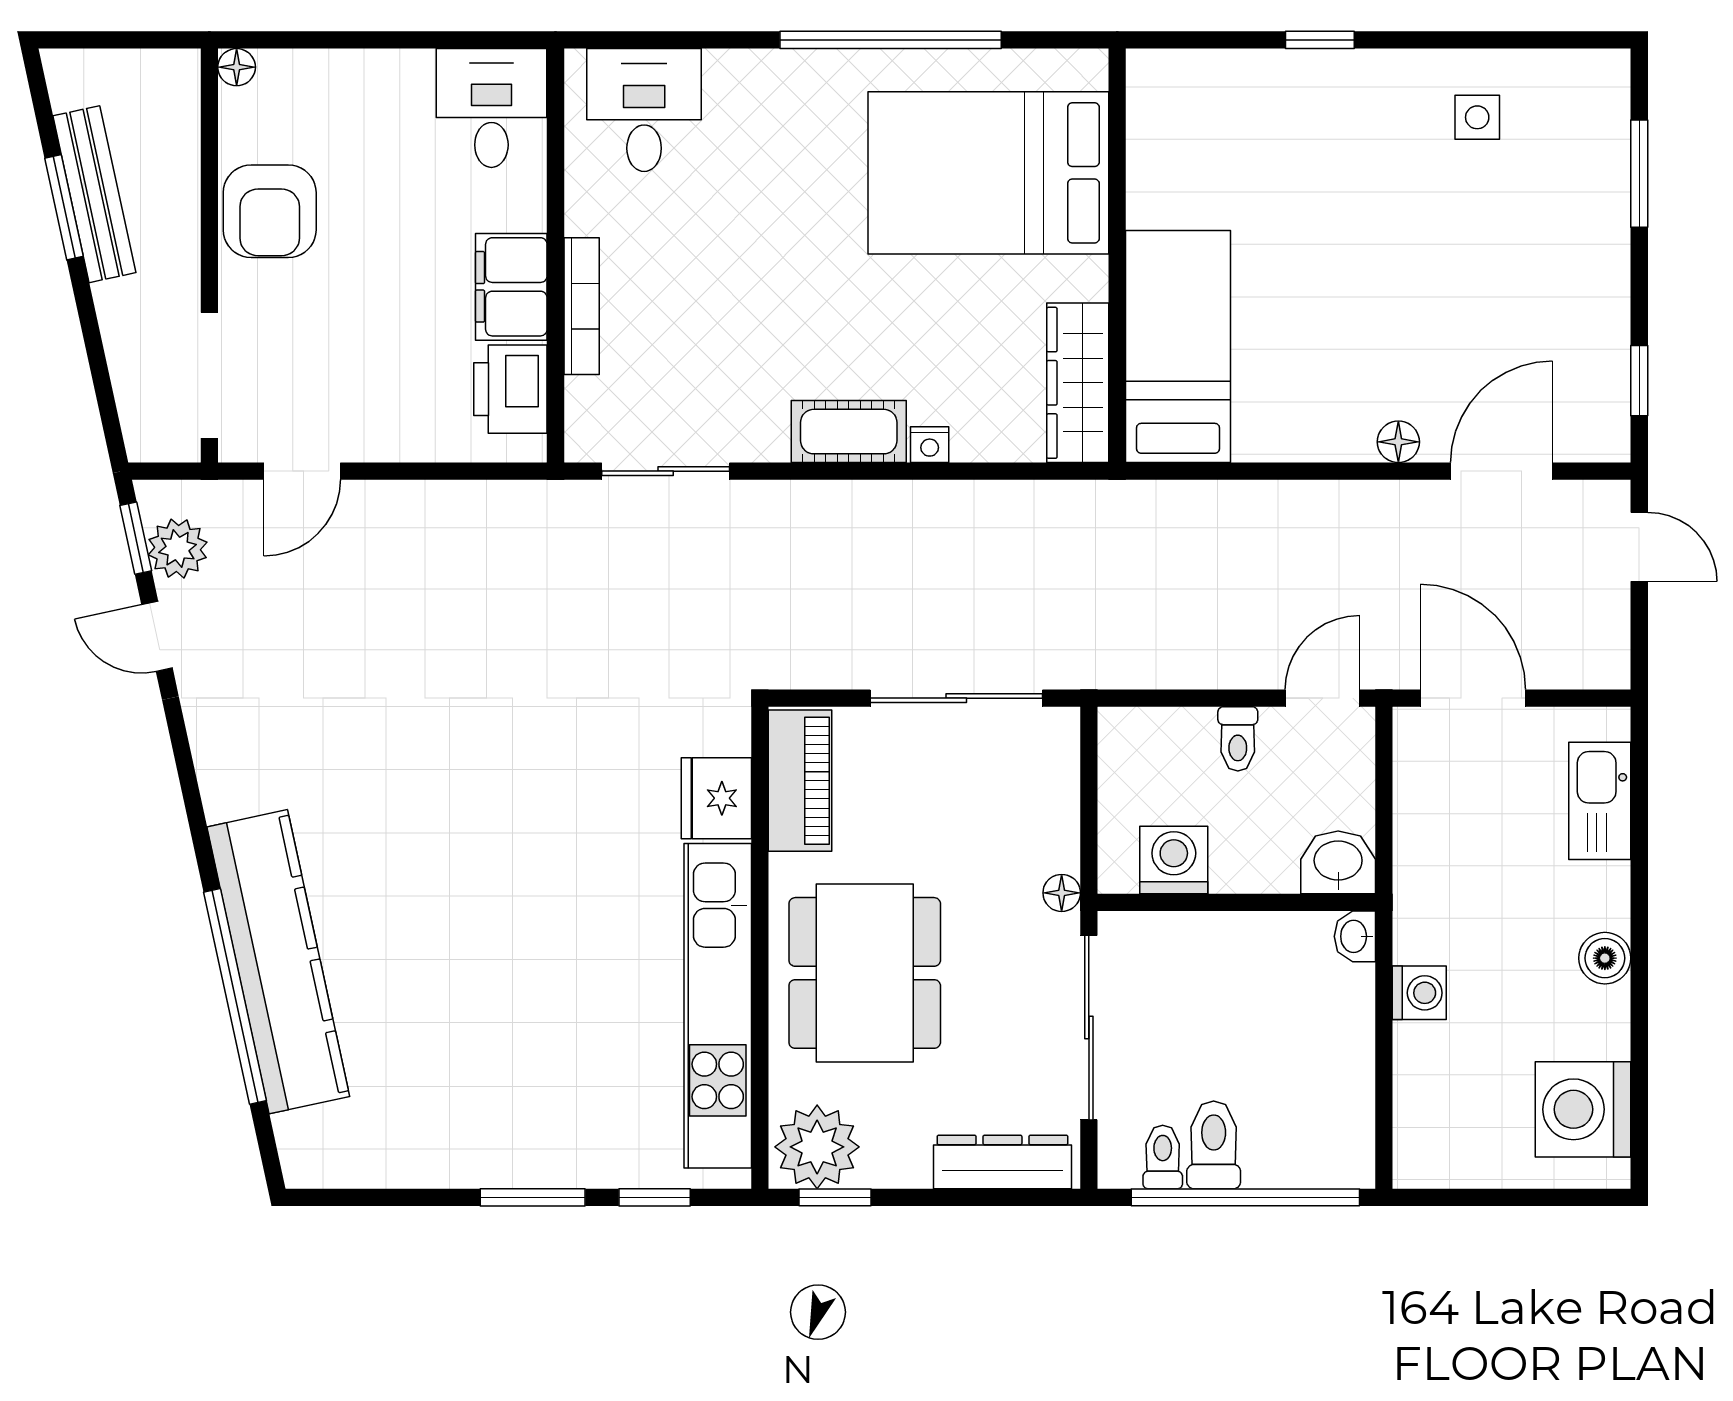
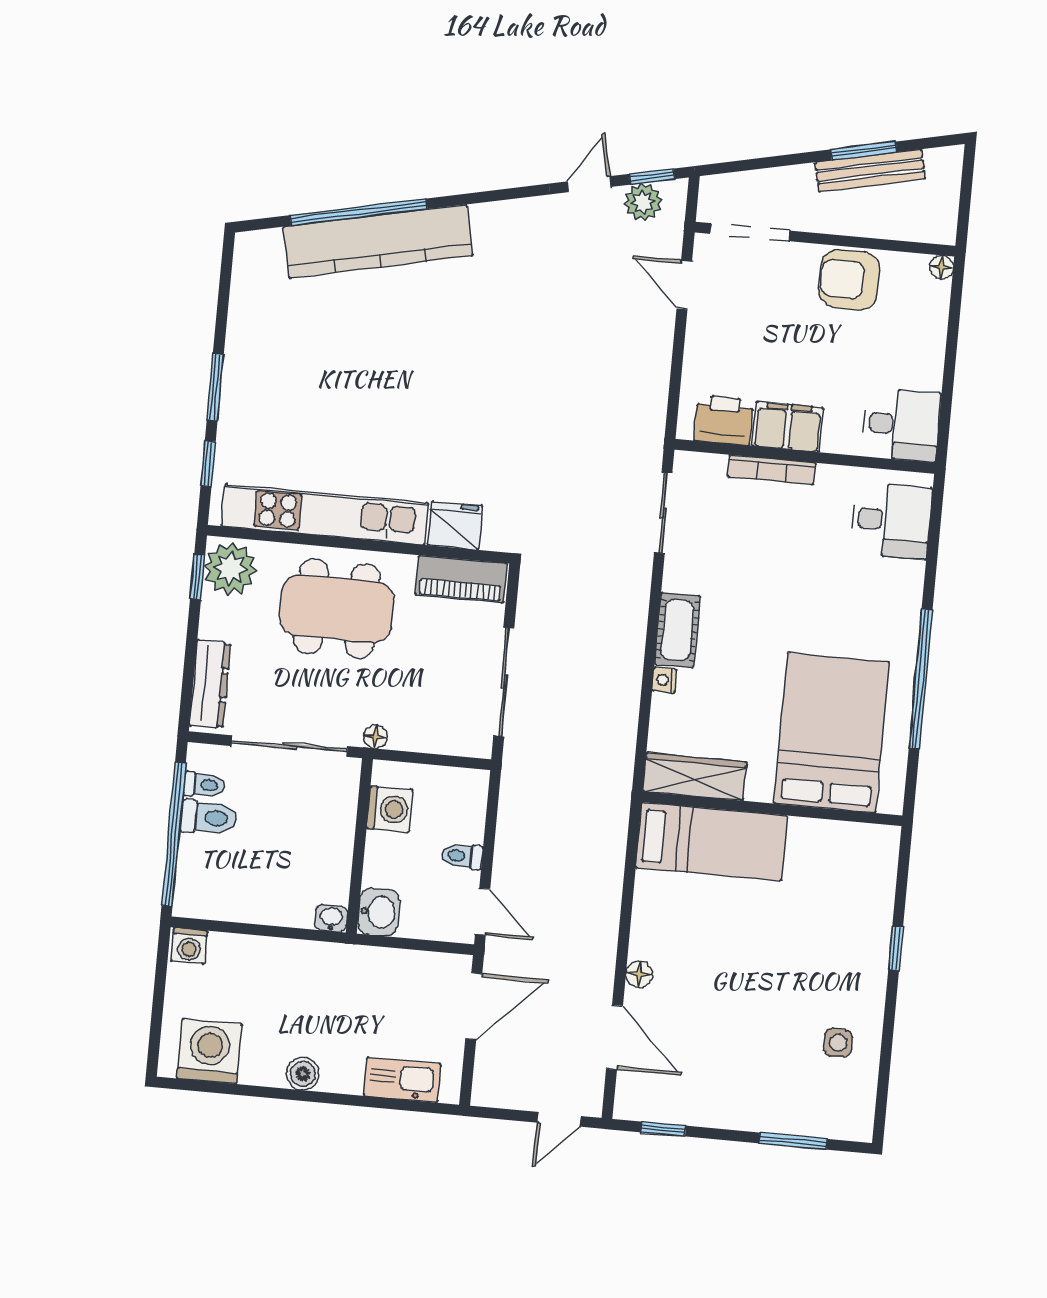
washing machine: (1419, 993) -> (189, 946), moved

